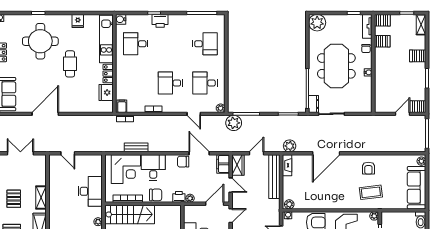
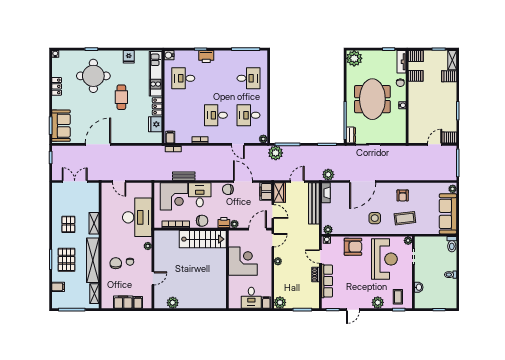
server rack: (418, 56) -> (449, 76), moved
desk: (90, 191) -> (137, 217), width x1.36, depth x1.30
side table: (339, 192) -> (375, 218), added
stairs: (130, 214) -> (203, 239), moved

